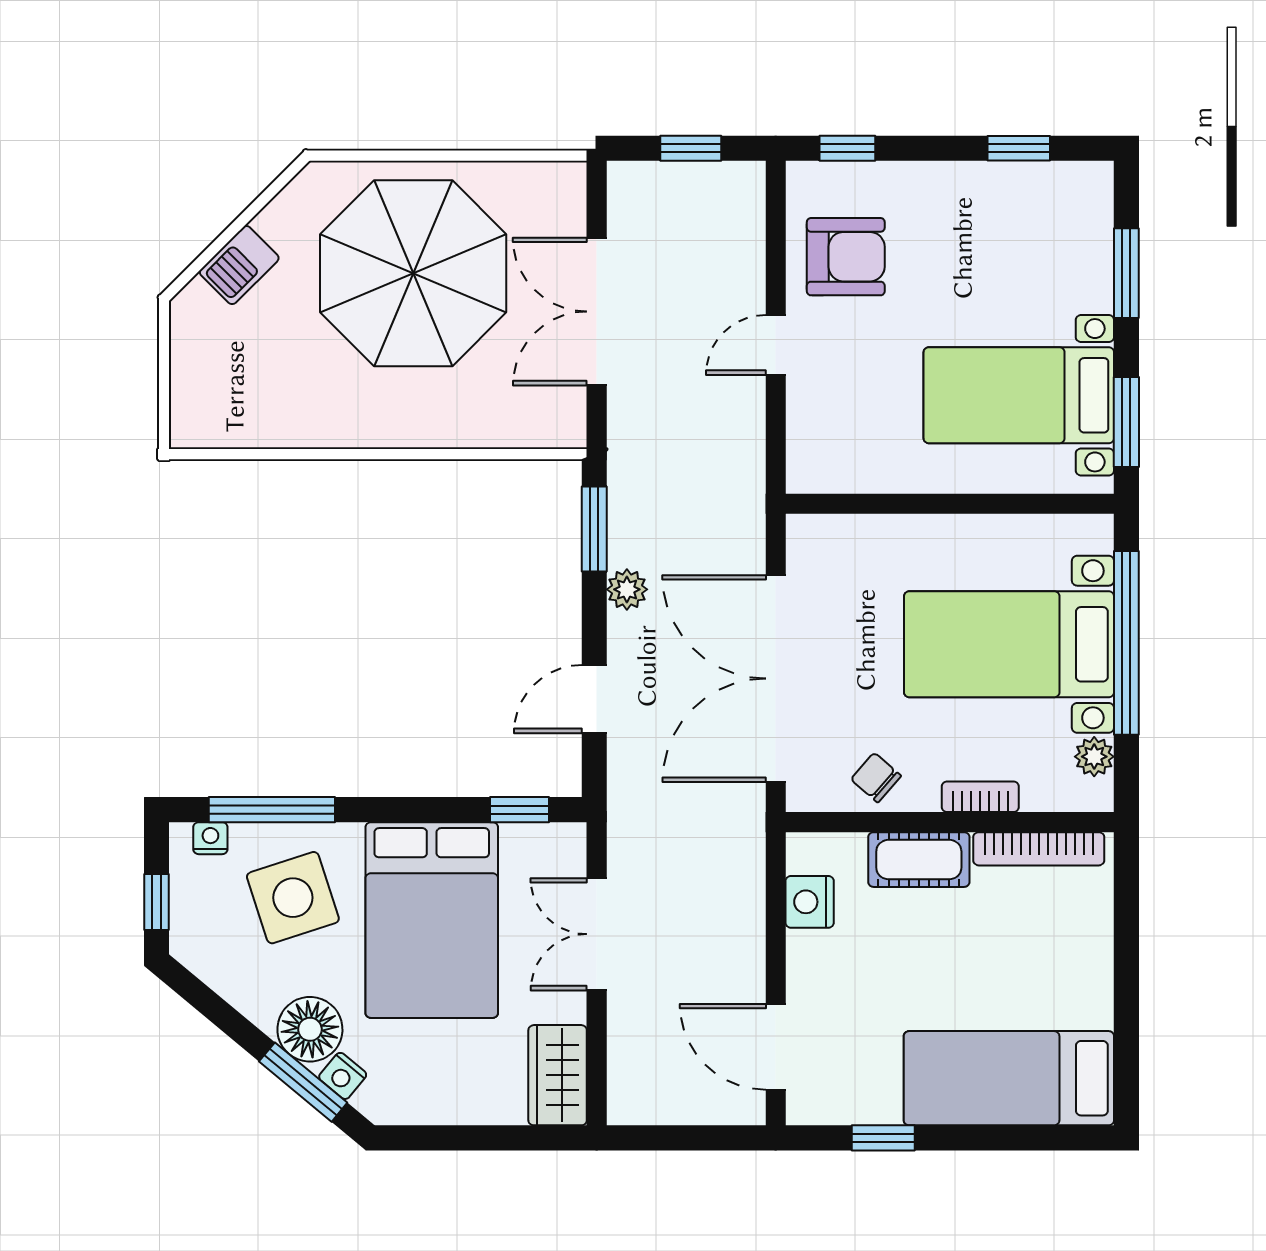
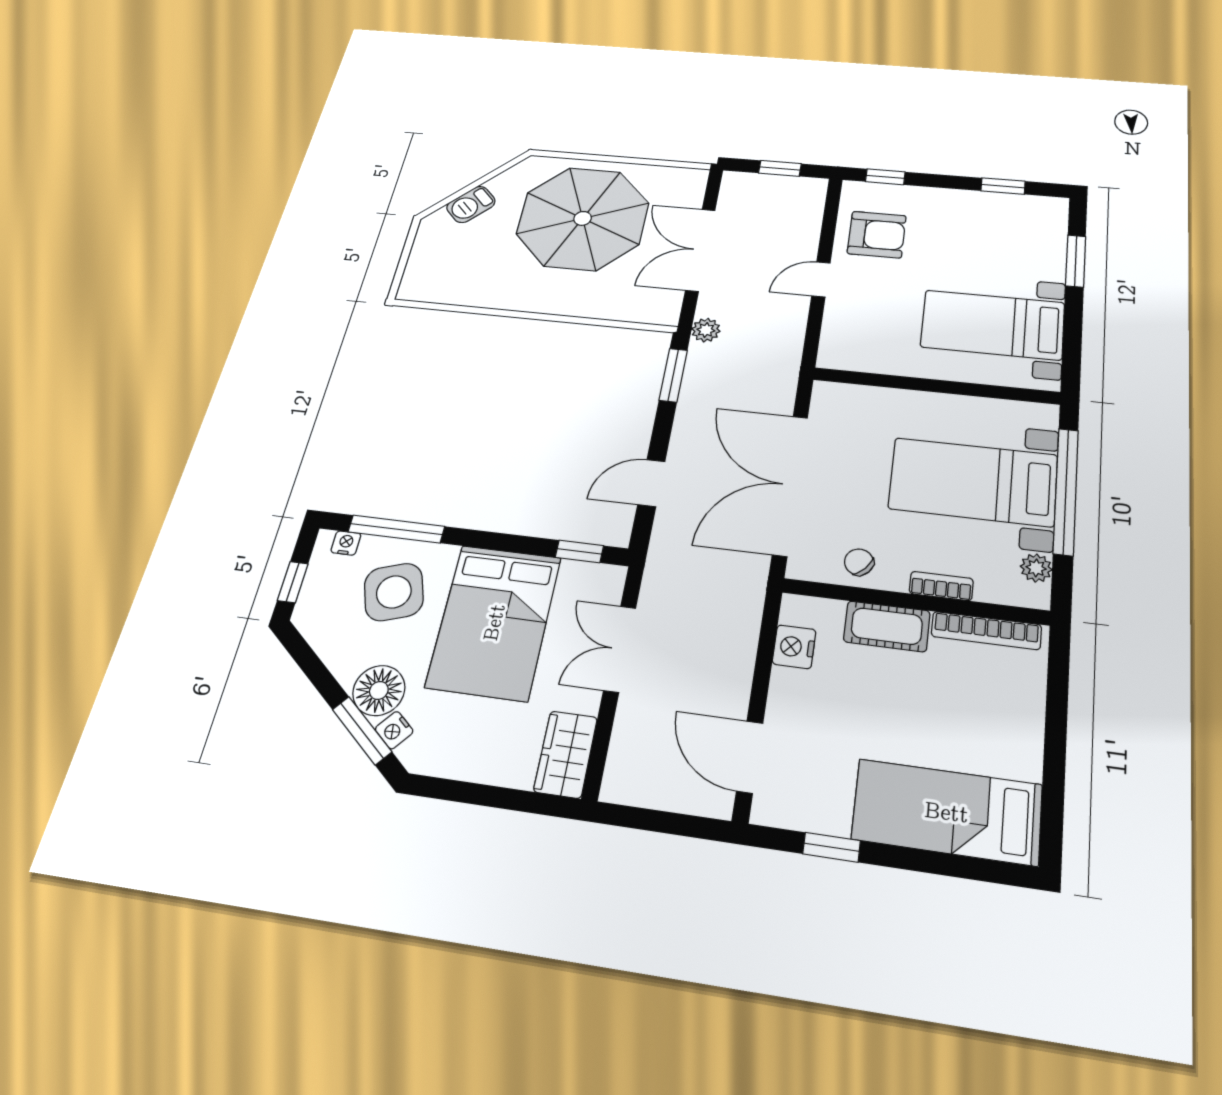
window: (1126, 422) -> (1072, 348), removed
plant: (627, 589) -> (706, 330), moved

